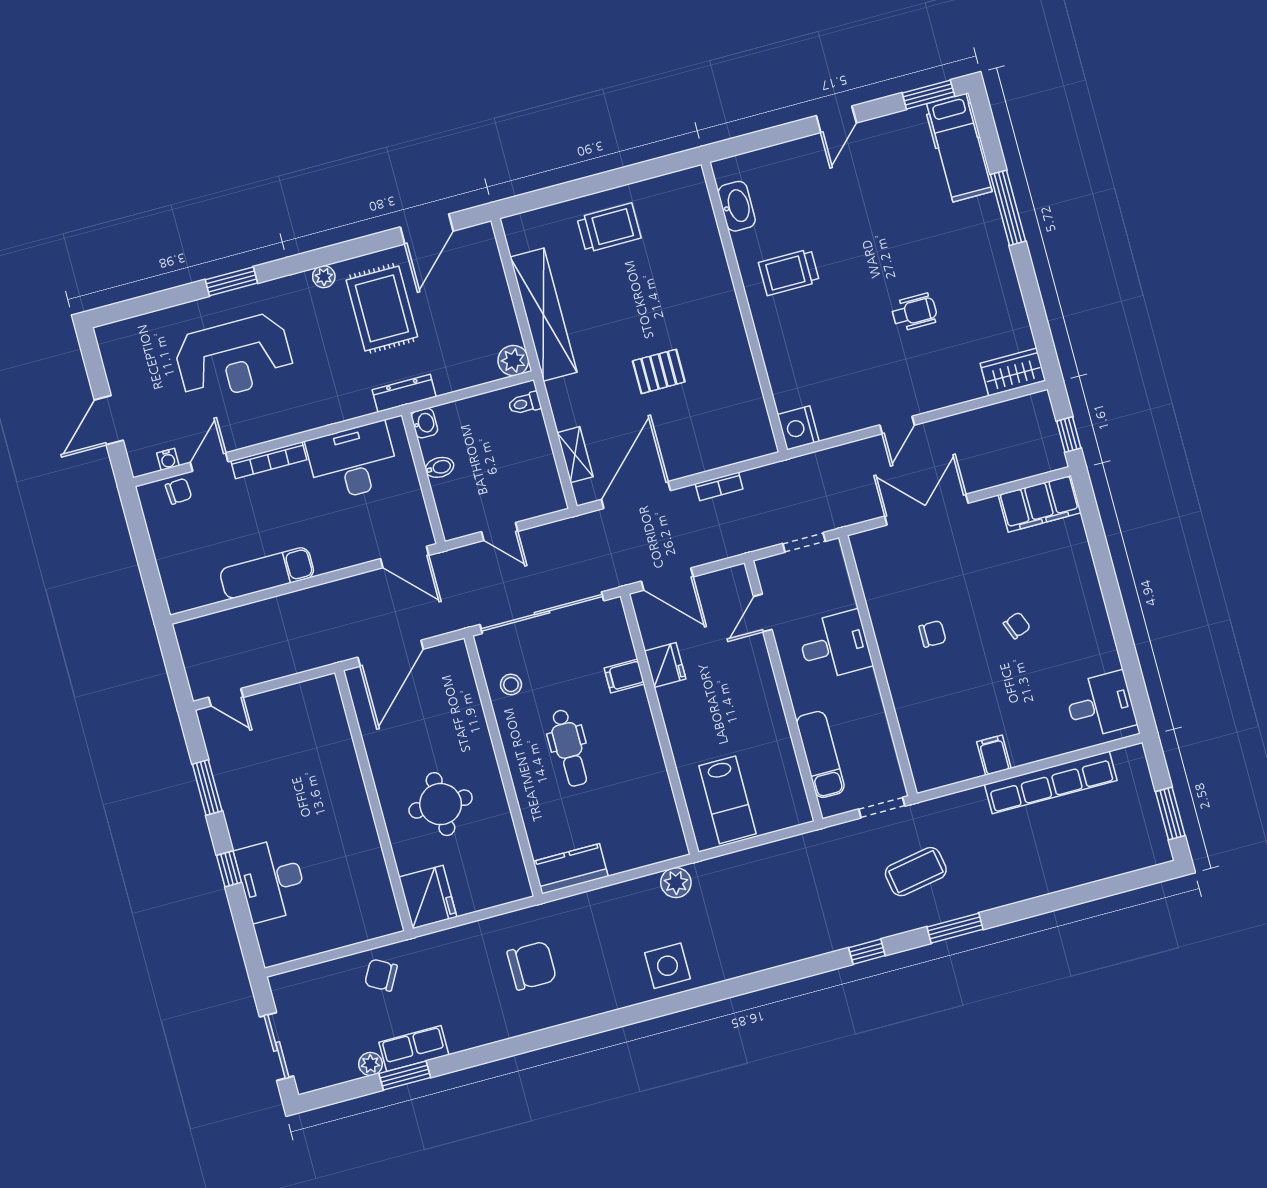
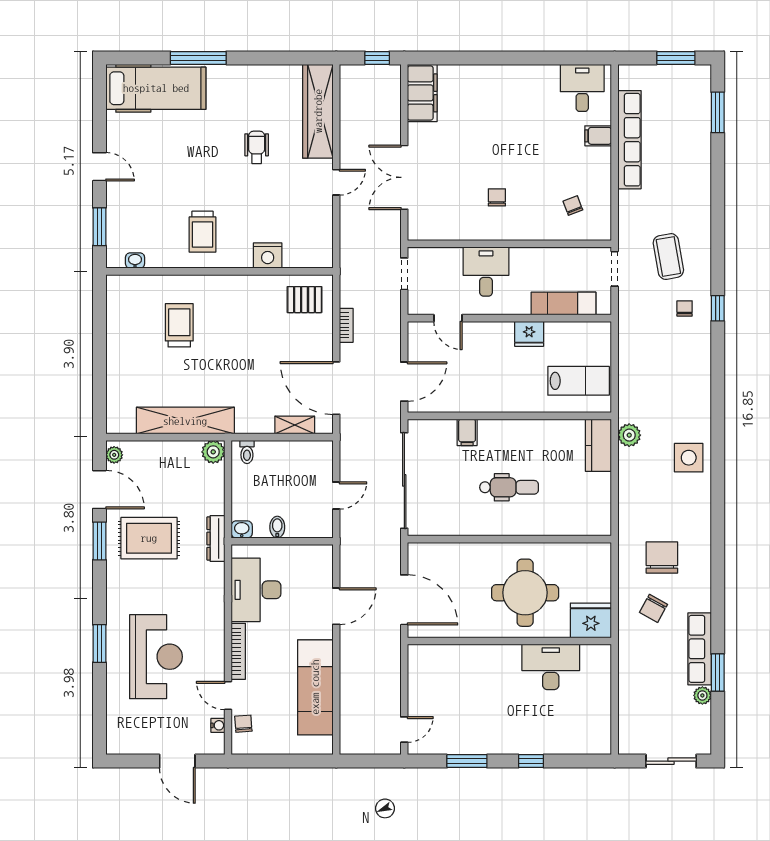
window: (928, 95) -> (99, 227), moved
hospital bed: (959, 148) -> (156, 88), width x1.37, depth x1.29
washbasin: (737, 206) -> (135, 261), width x0.52, depth x0.69
trolley: (609, 228) -> (179, 325), moved
window: (362, 246) -> (99, 541), added
plant: (324, 277) -> (114, 455), moved
pallet: (659, 371) -> (305, 300), moved, turned 90
wardrobe: (1013, 372) -> (318, 111), width x2.10, depth x1.17
door: (897, 425) -> (336, 182), hinge flipped
nightstand: (798, 428) -> (268, 255), moved
door: (405, 557) -> (336, 606), moved
exam couch: (267, 573) -> (315, 687), width x1.36, depth x1.45
chair: (1017, 625) -> (573, 206), moved
fridge: (665, 665) -> (529, 334), moved, turned 180
stool: (511, 684) -> (451, 517), removed
filing cabinet: (994, 755) -> (598, 136), moved
round table: (441, 804) -> (525, 593), width x1.36, depth x1.36
kitchen counter: (571, 869) -> (598, 445), moved
desk: (271, 880) -> (551, 667), moved, turned 180
chair: (855, 910) -> (685, 308), added
window: (955, 928) -> (718, 112), moved
chair: (381, 975) -> (653, 608), moved
row of seats: (414, 1049) -> (700, 649), width x1.48

